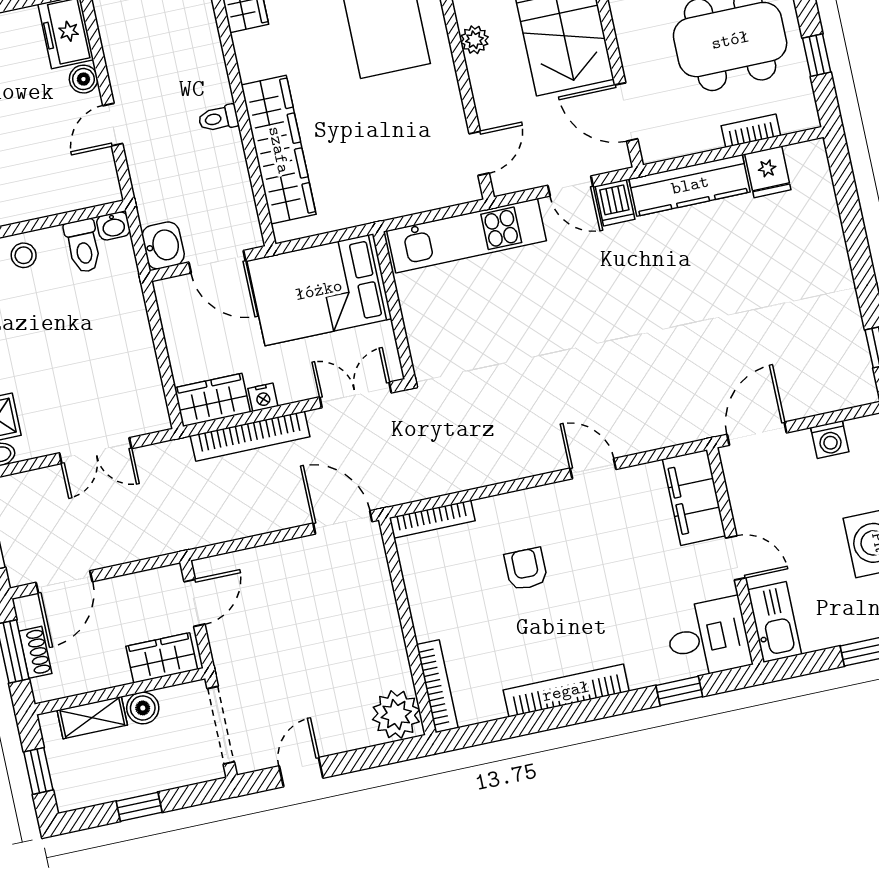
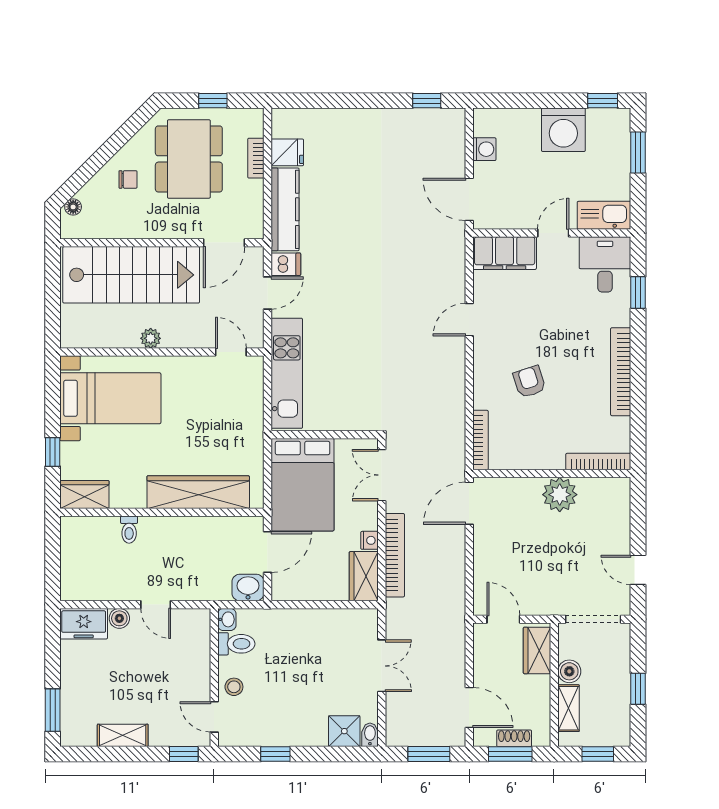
toilet: (218, 118) -> (129, 530), moved
armchair: (526, 569) -> (529, 382), turned 72
plant: (396, 714) -> (560, 495), moved

